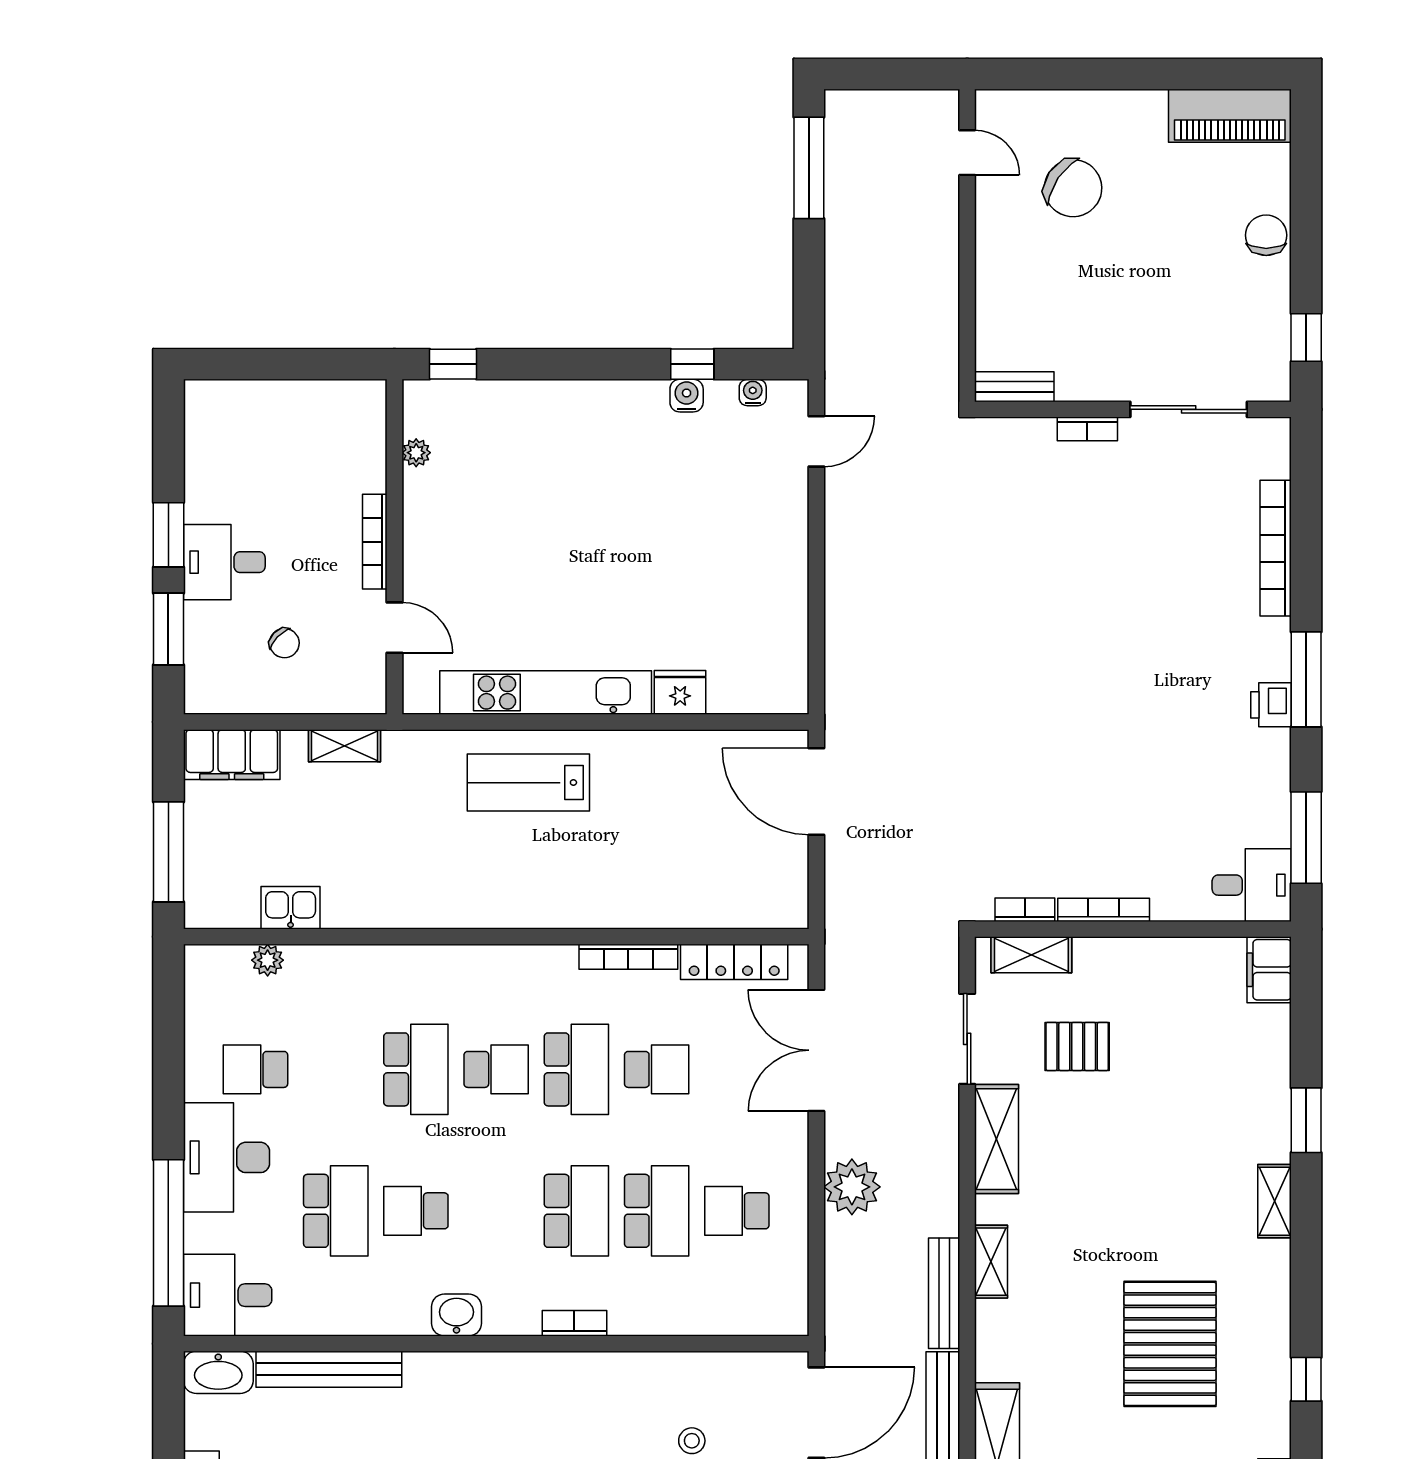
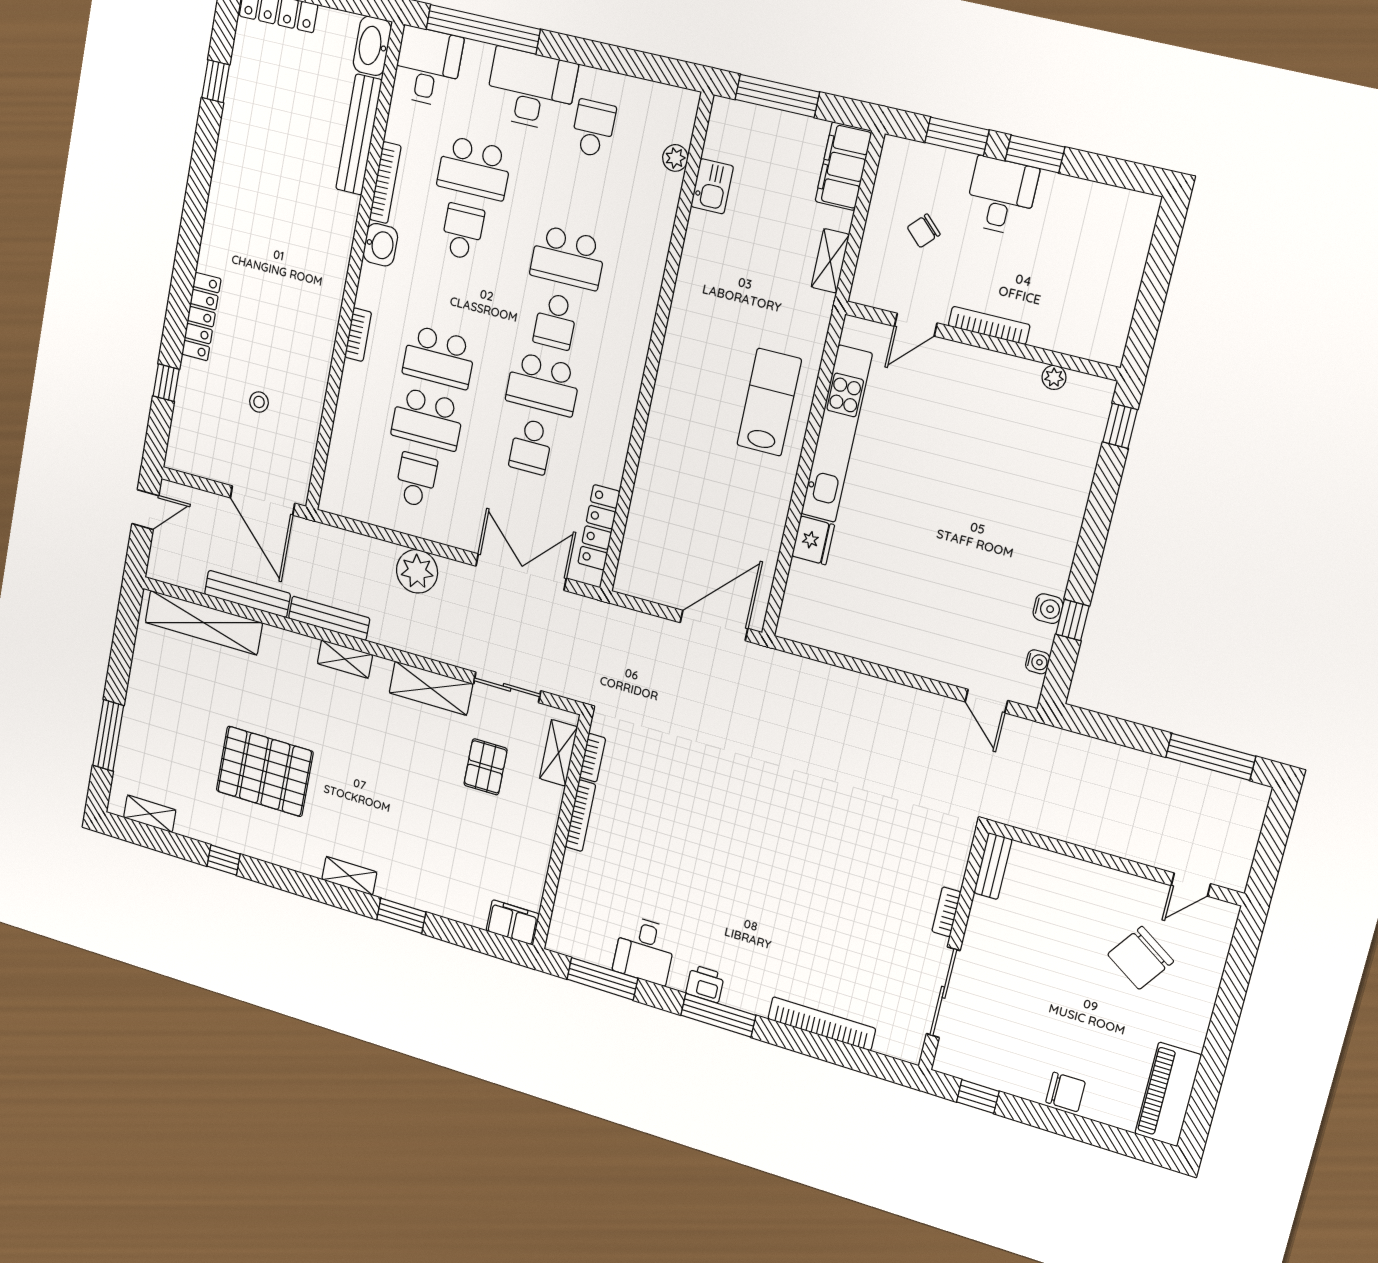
desk: (1252, 885) -> (645, 950), moved
bookcase: (628, 957) -> (385, 183), moved, turned 180

